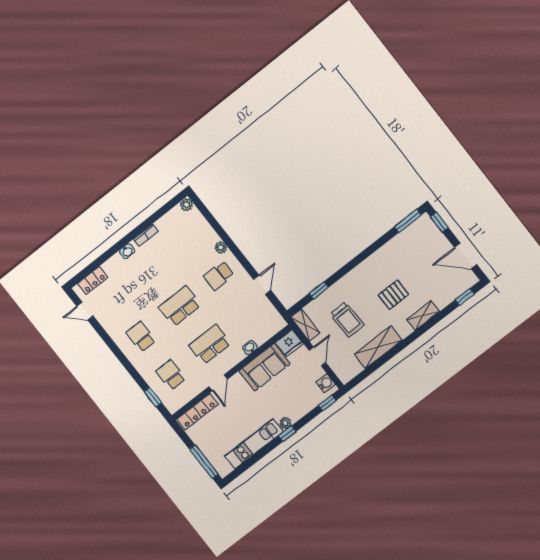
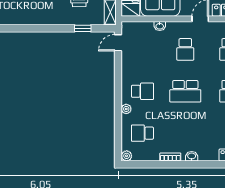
school desk: (188, 237) -> (142, 133), added
door: (262, 285) -> (118, 43), moved
school desk: (210, 344) -> (185, 49), width x0.54

